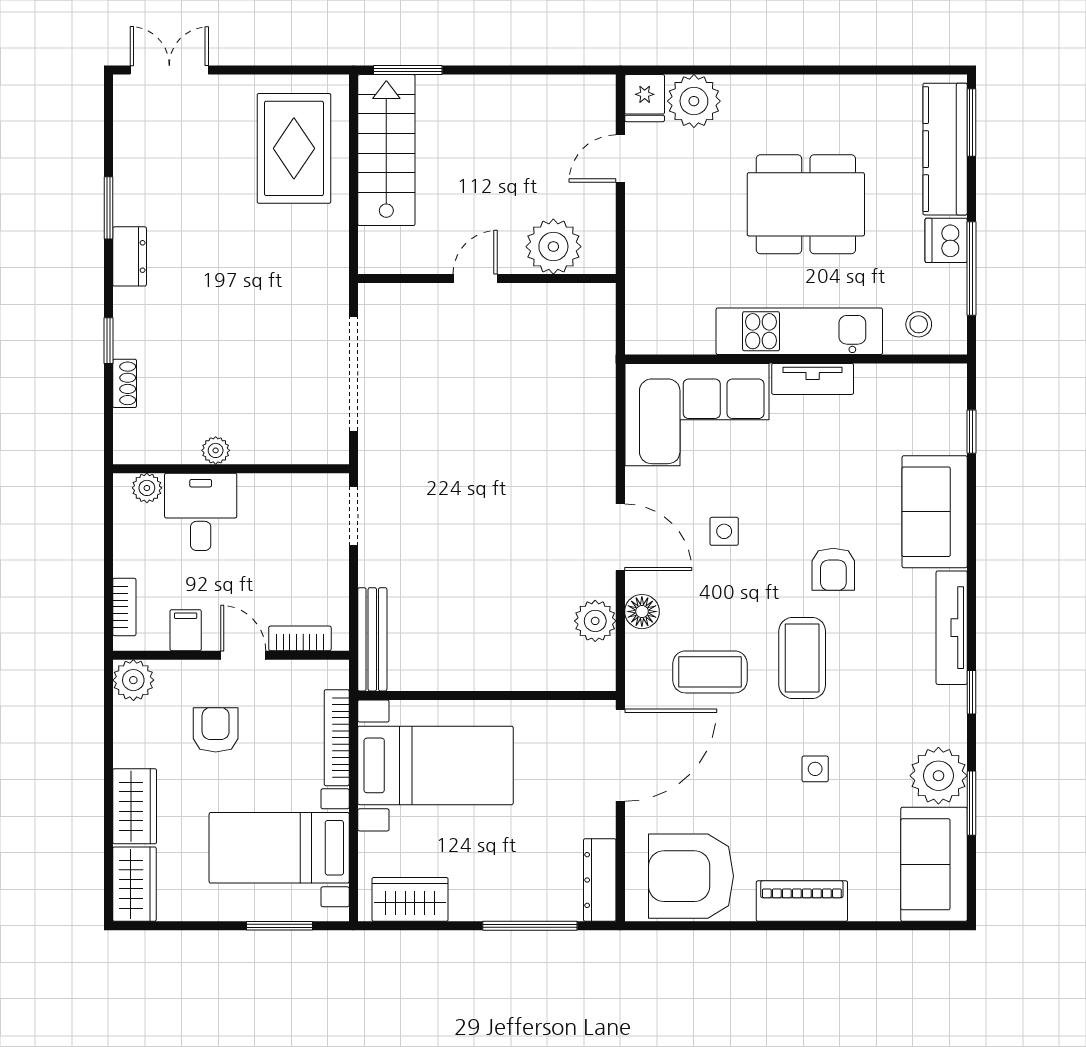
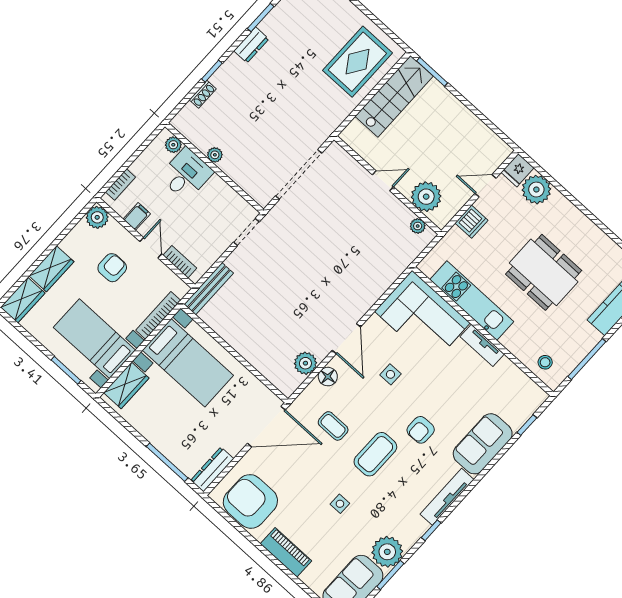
dishwasher: (946, 240) -> (471, 222), moved, turned 180
plant: (578, 297) -> (418, 226), added
kitchen unit: (799, 331) -> (472, 301), moved
coffee table: (710, 672) -> (333, 426), width x0.73, depth x0.77
wardrobe: (410, 899) -> (126, 385), moved, turned 90

